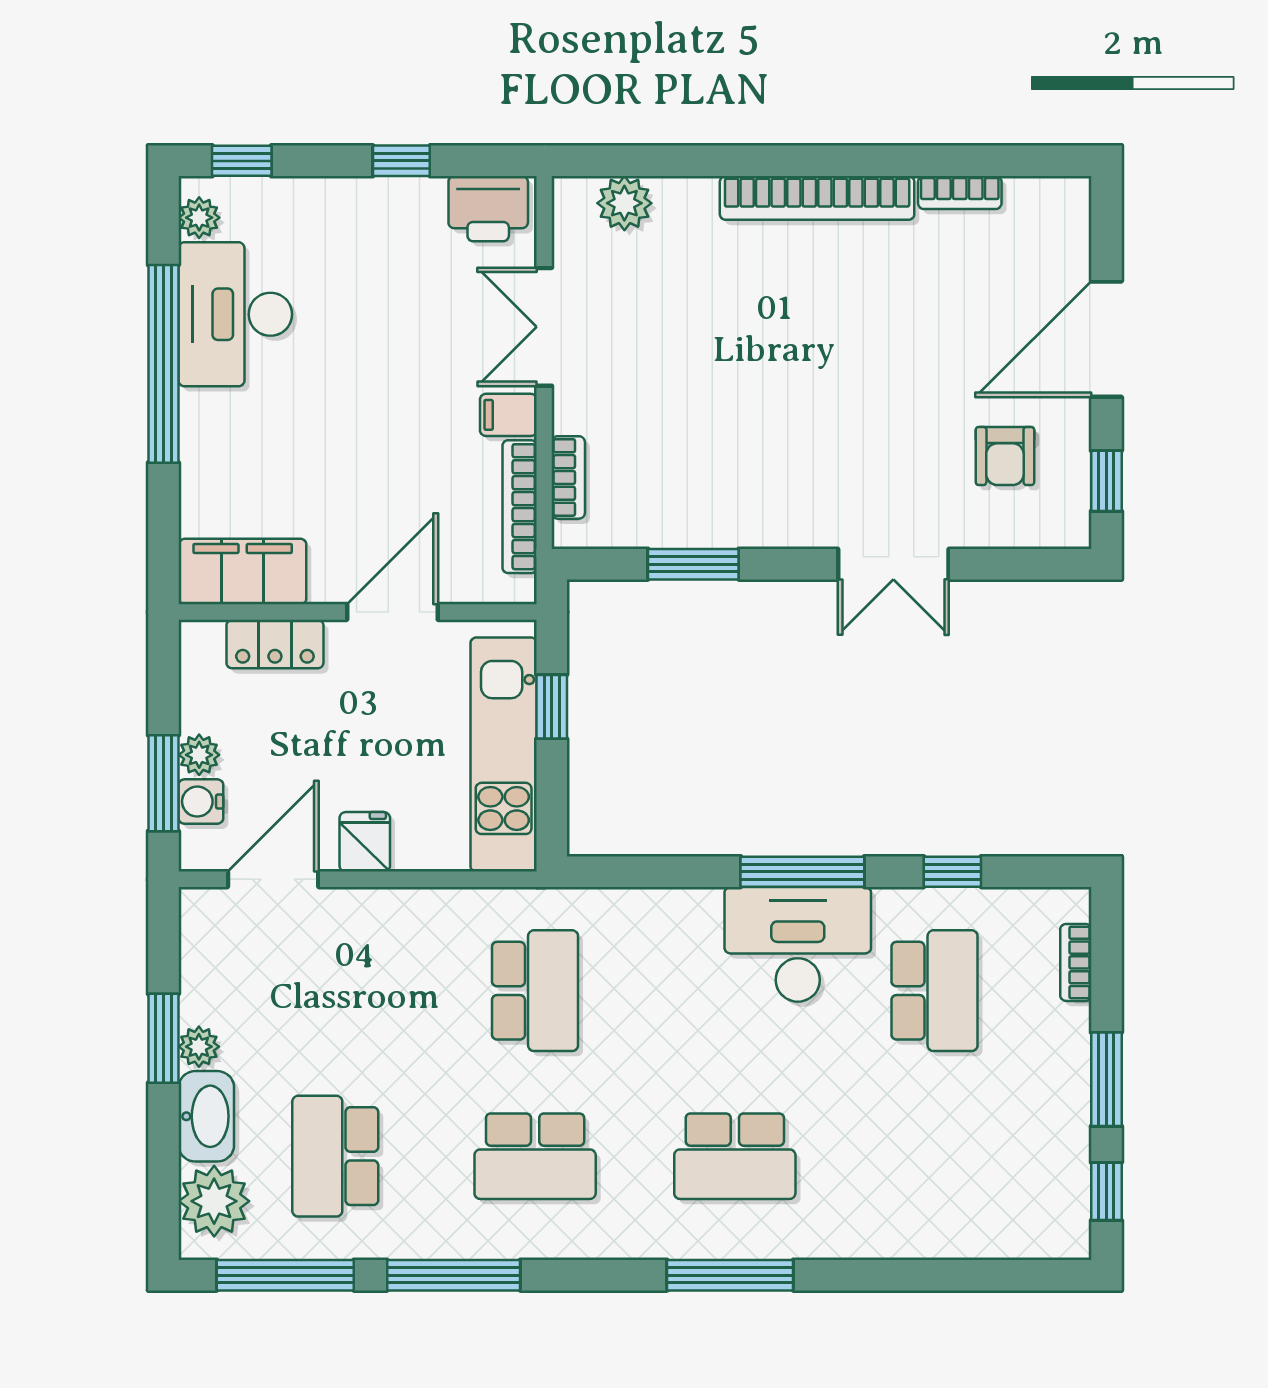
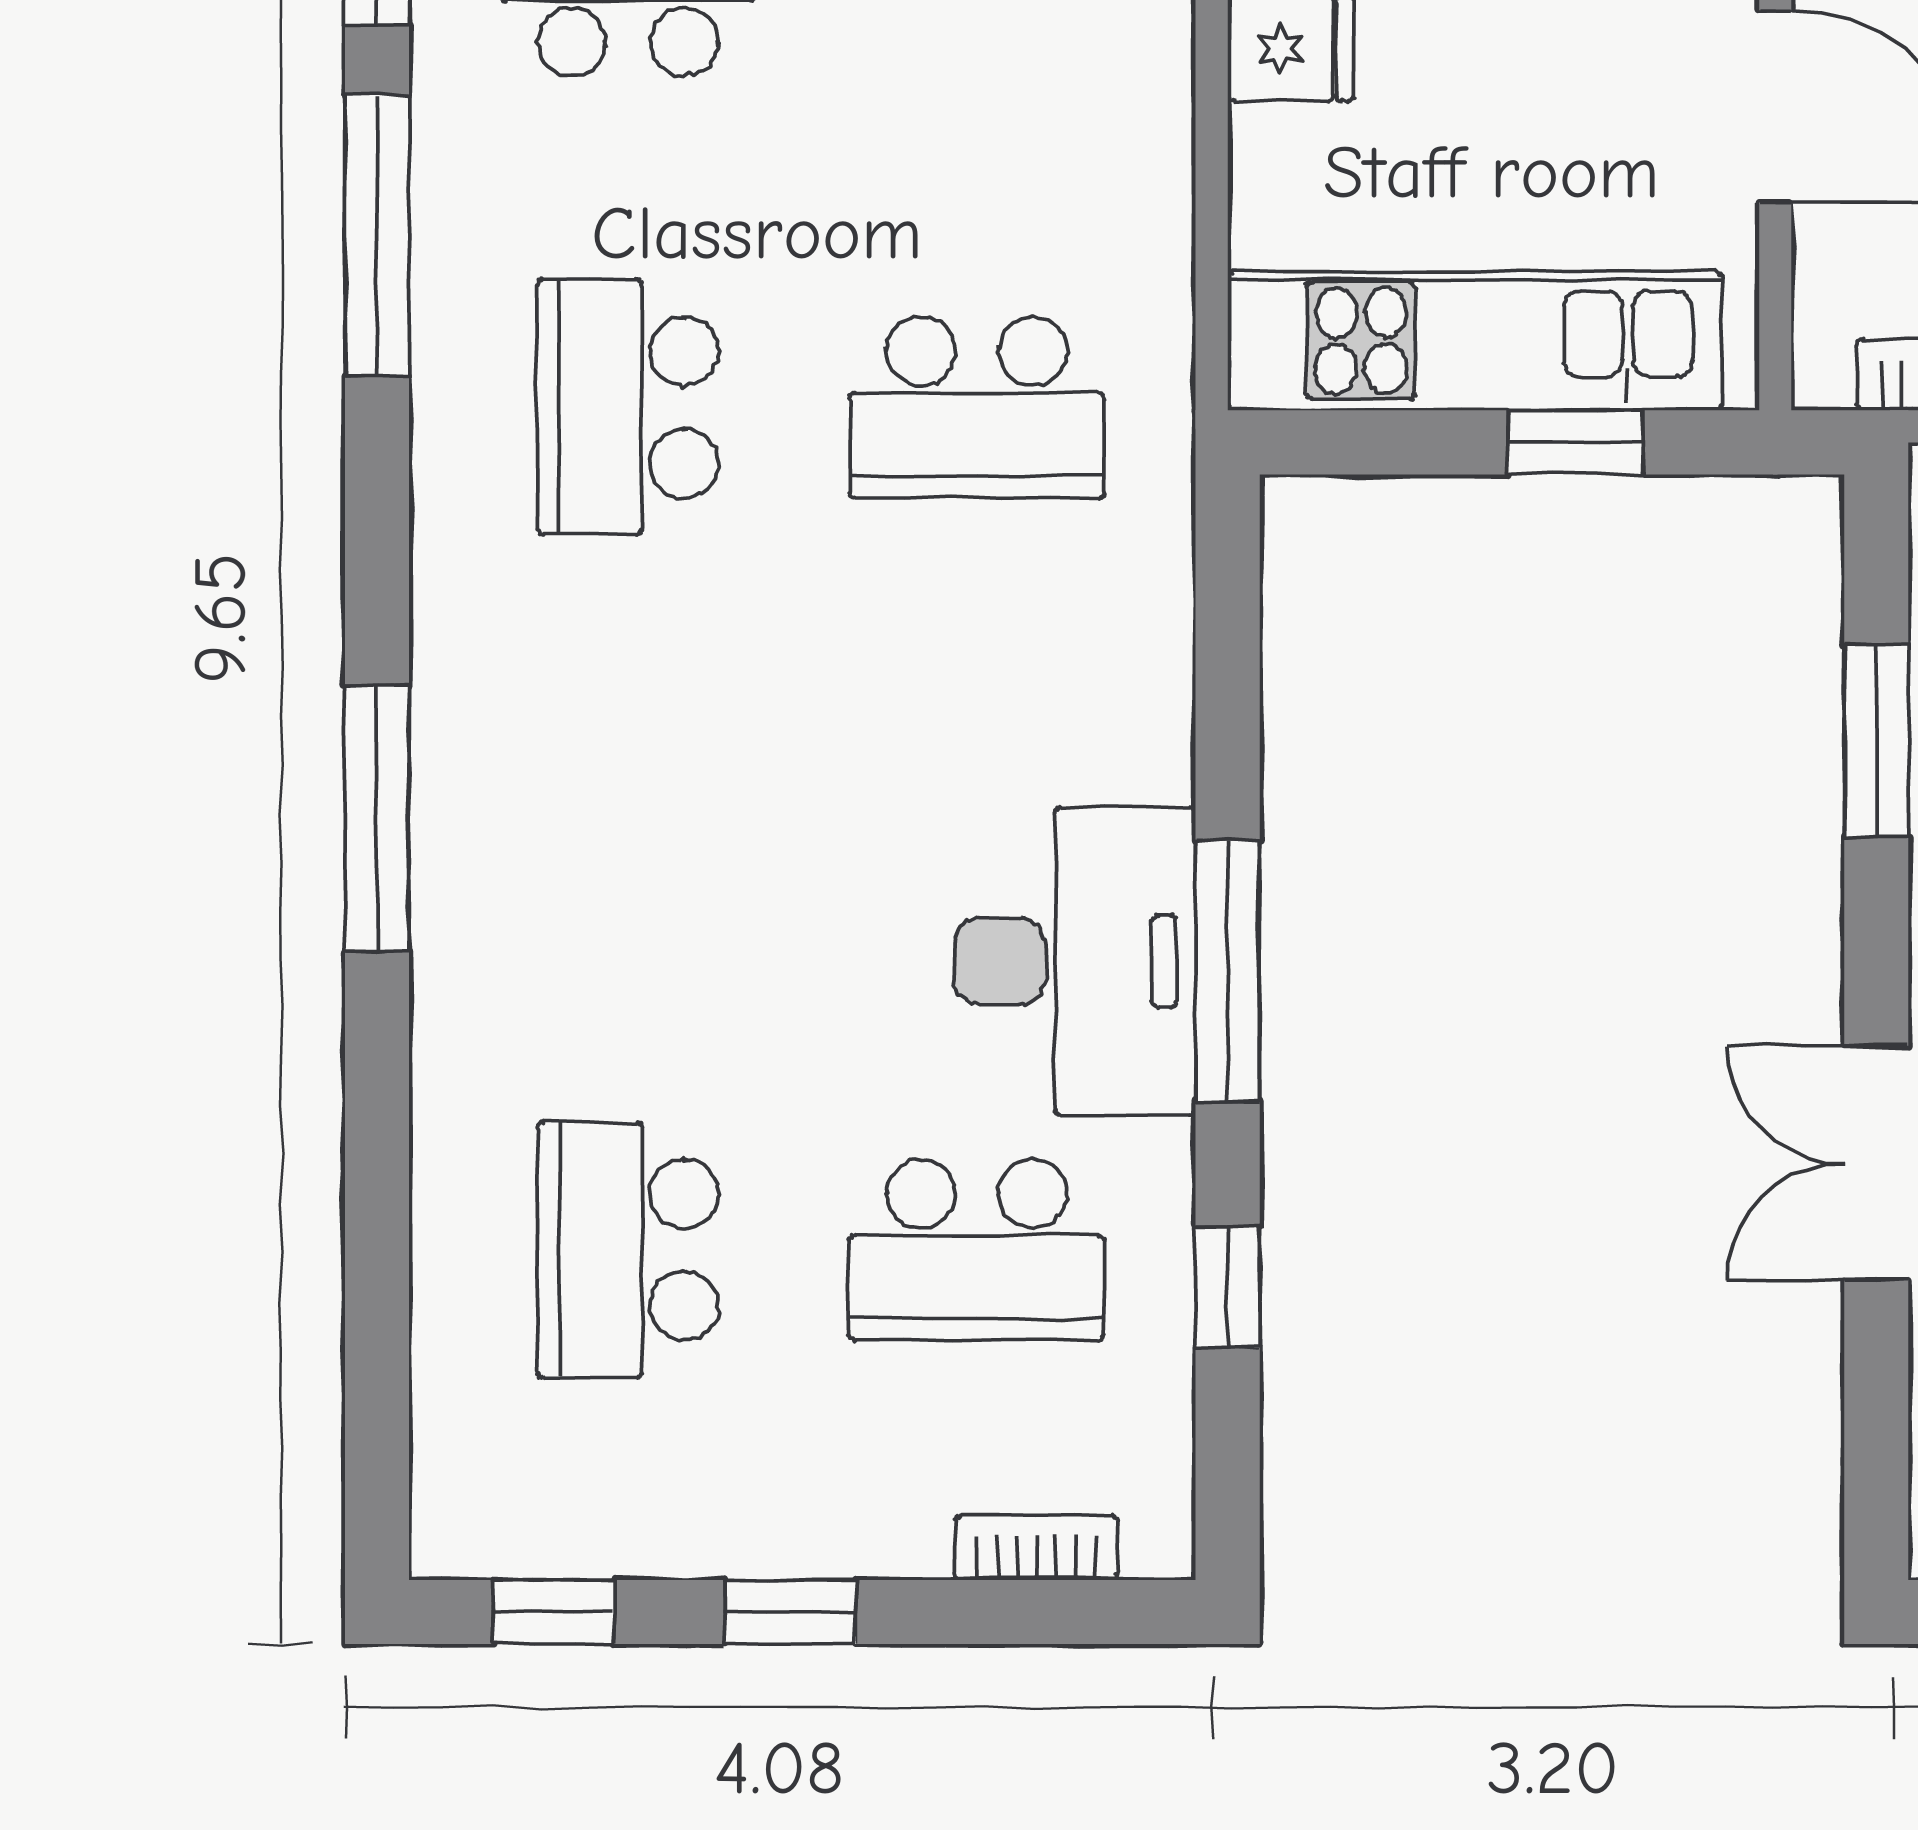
window: (1106, 1079) -> (790, 1612), width x0.67
school desk: (735, 1156) -> (628, 1250), moved

